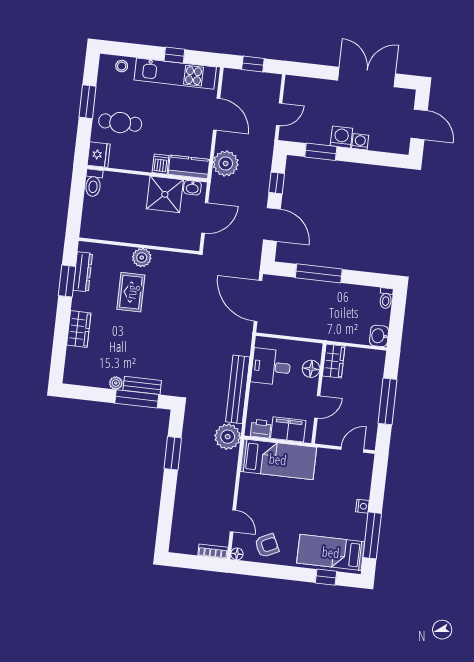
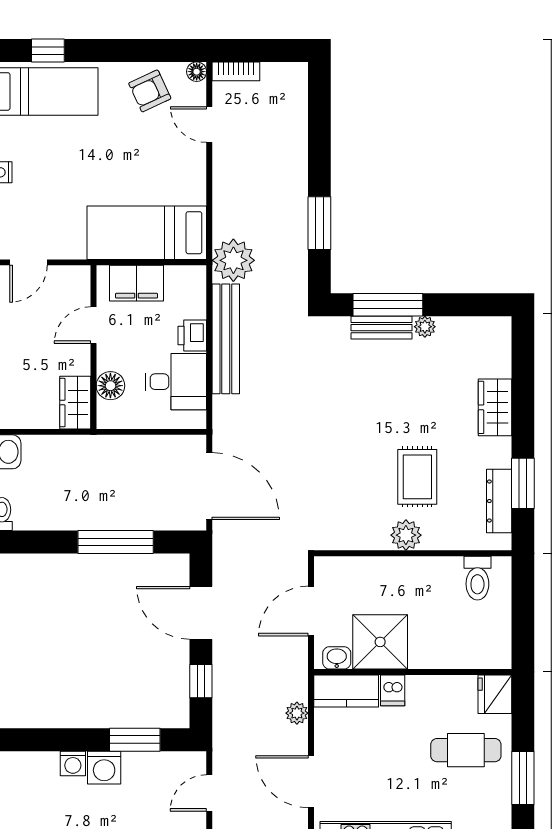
plant: (226, 163) -> (297, 713), width x0.53, depth x0.53
toilet: (93, 183) -> (477, 578), moved, turned 180
printer: (261, 429) -> (192, 335), moved, turned 90

